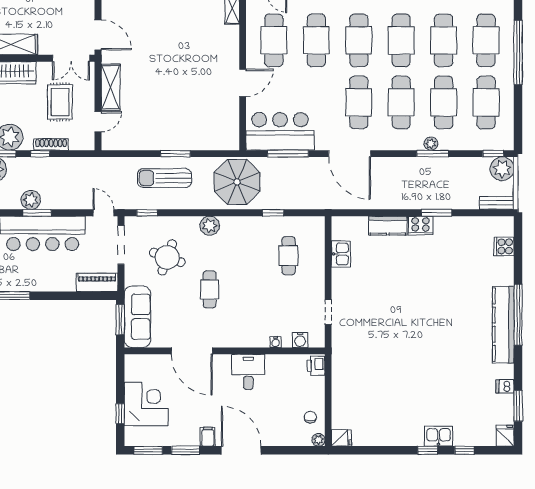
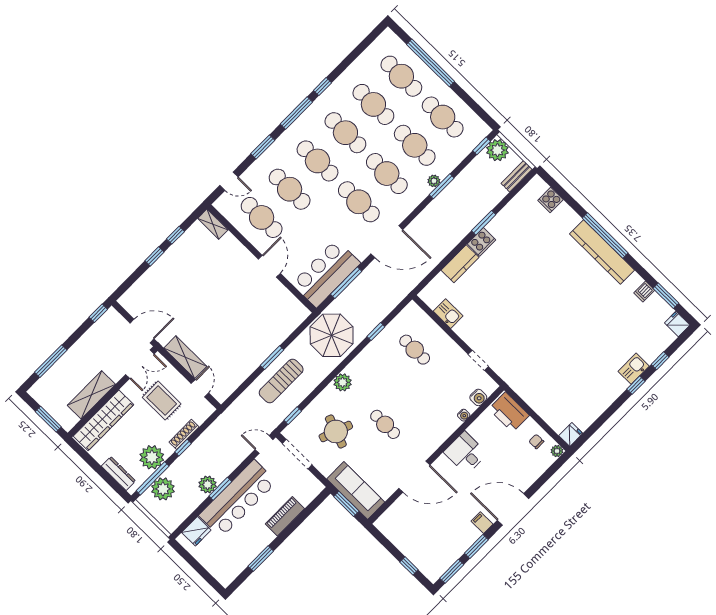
piano: (97, 282) -> (285, 516), moved
printer: (316, 366) -> (509, 412), width x1.87, depth x1.48
corner desk: (146, 404) -> (420, 542), removed

